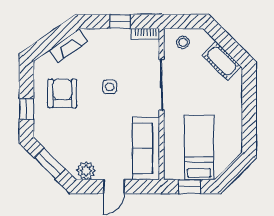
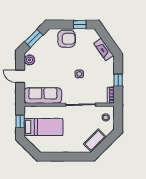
armchair: (62, 93) -> (67, 39), moved
window: (26, 109) -> (80, 25), moved

